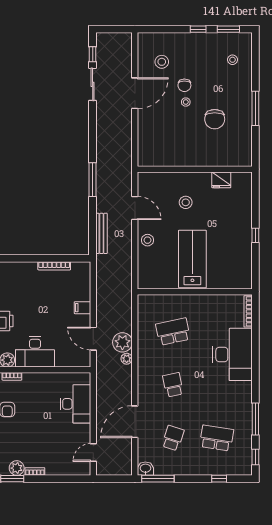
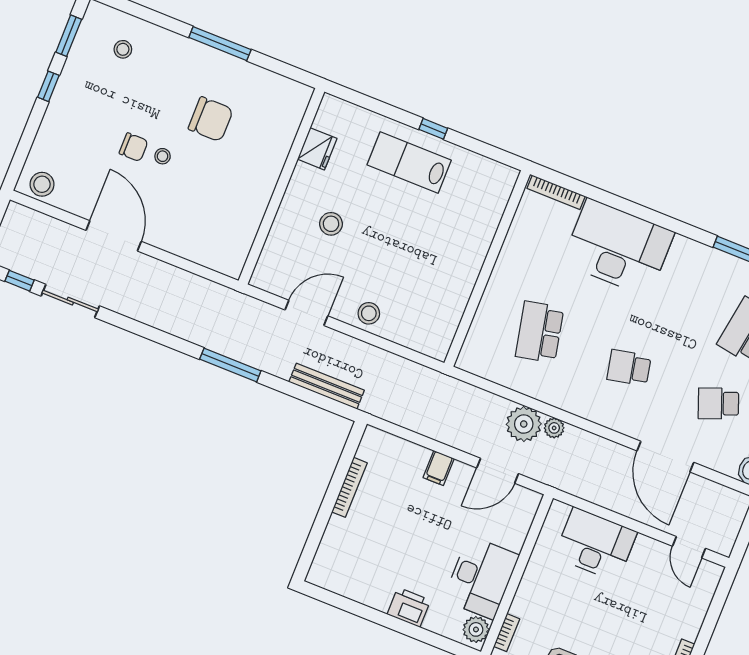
stool: (162, 62) -> (42, 184), moved
lab bench: (192, 259) -> (409, 163), moved, width x0.73, depth x0.72
school desk: (173, 438) -> (718, 403), turned -39

